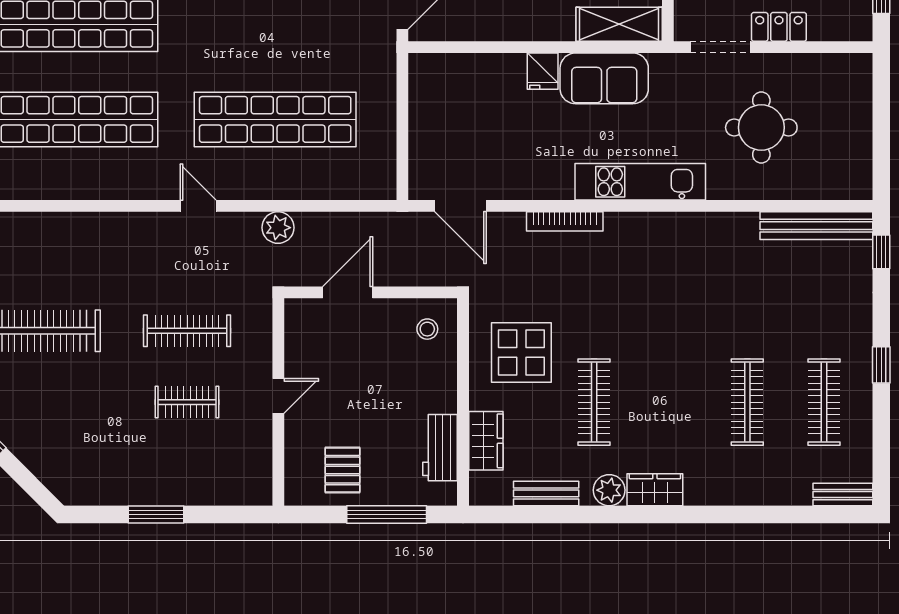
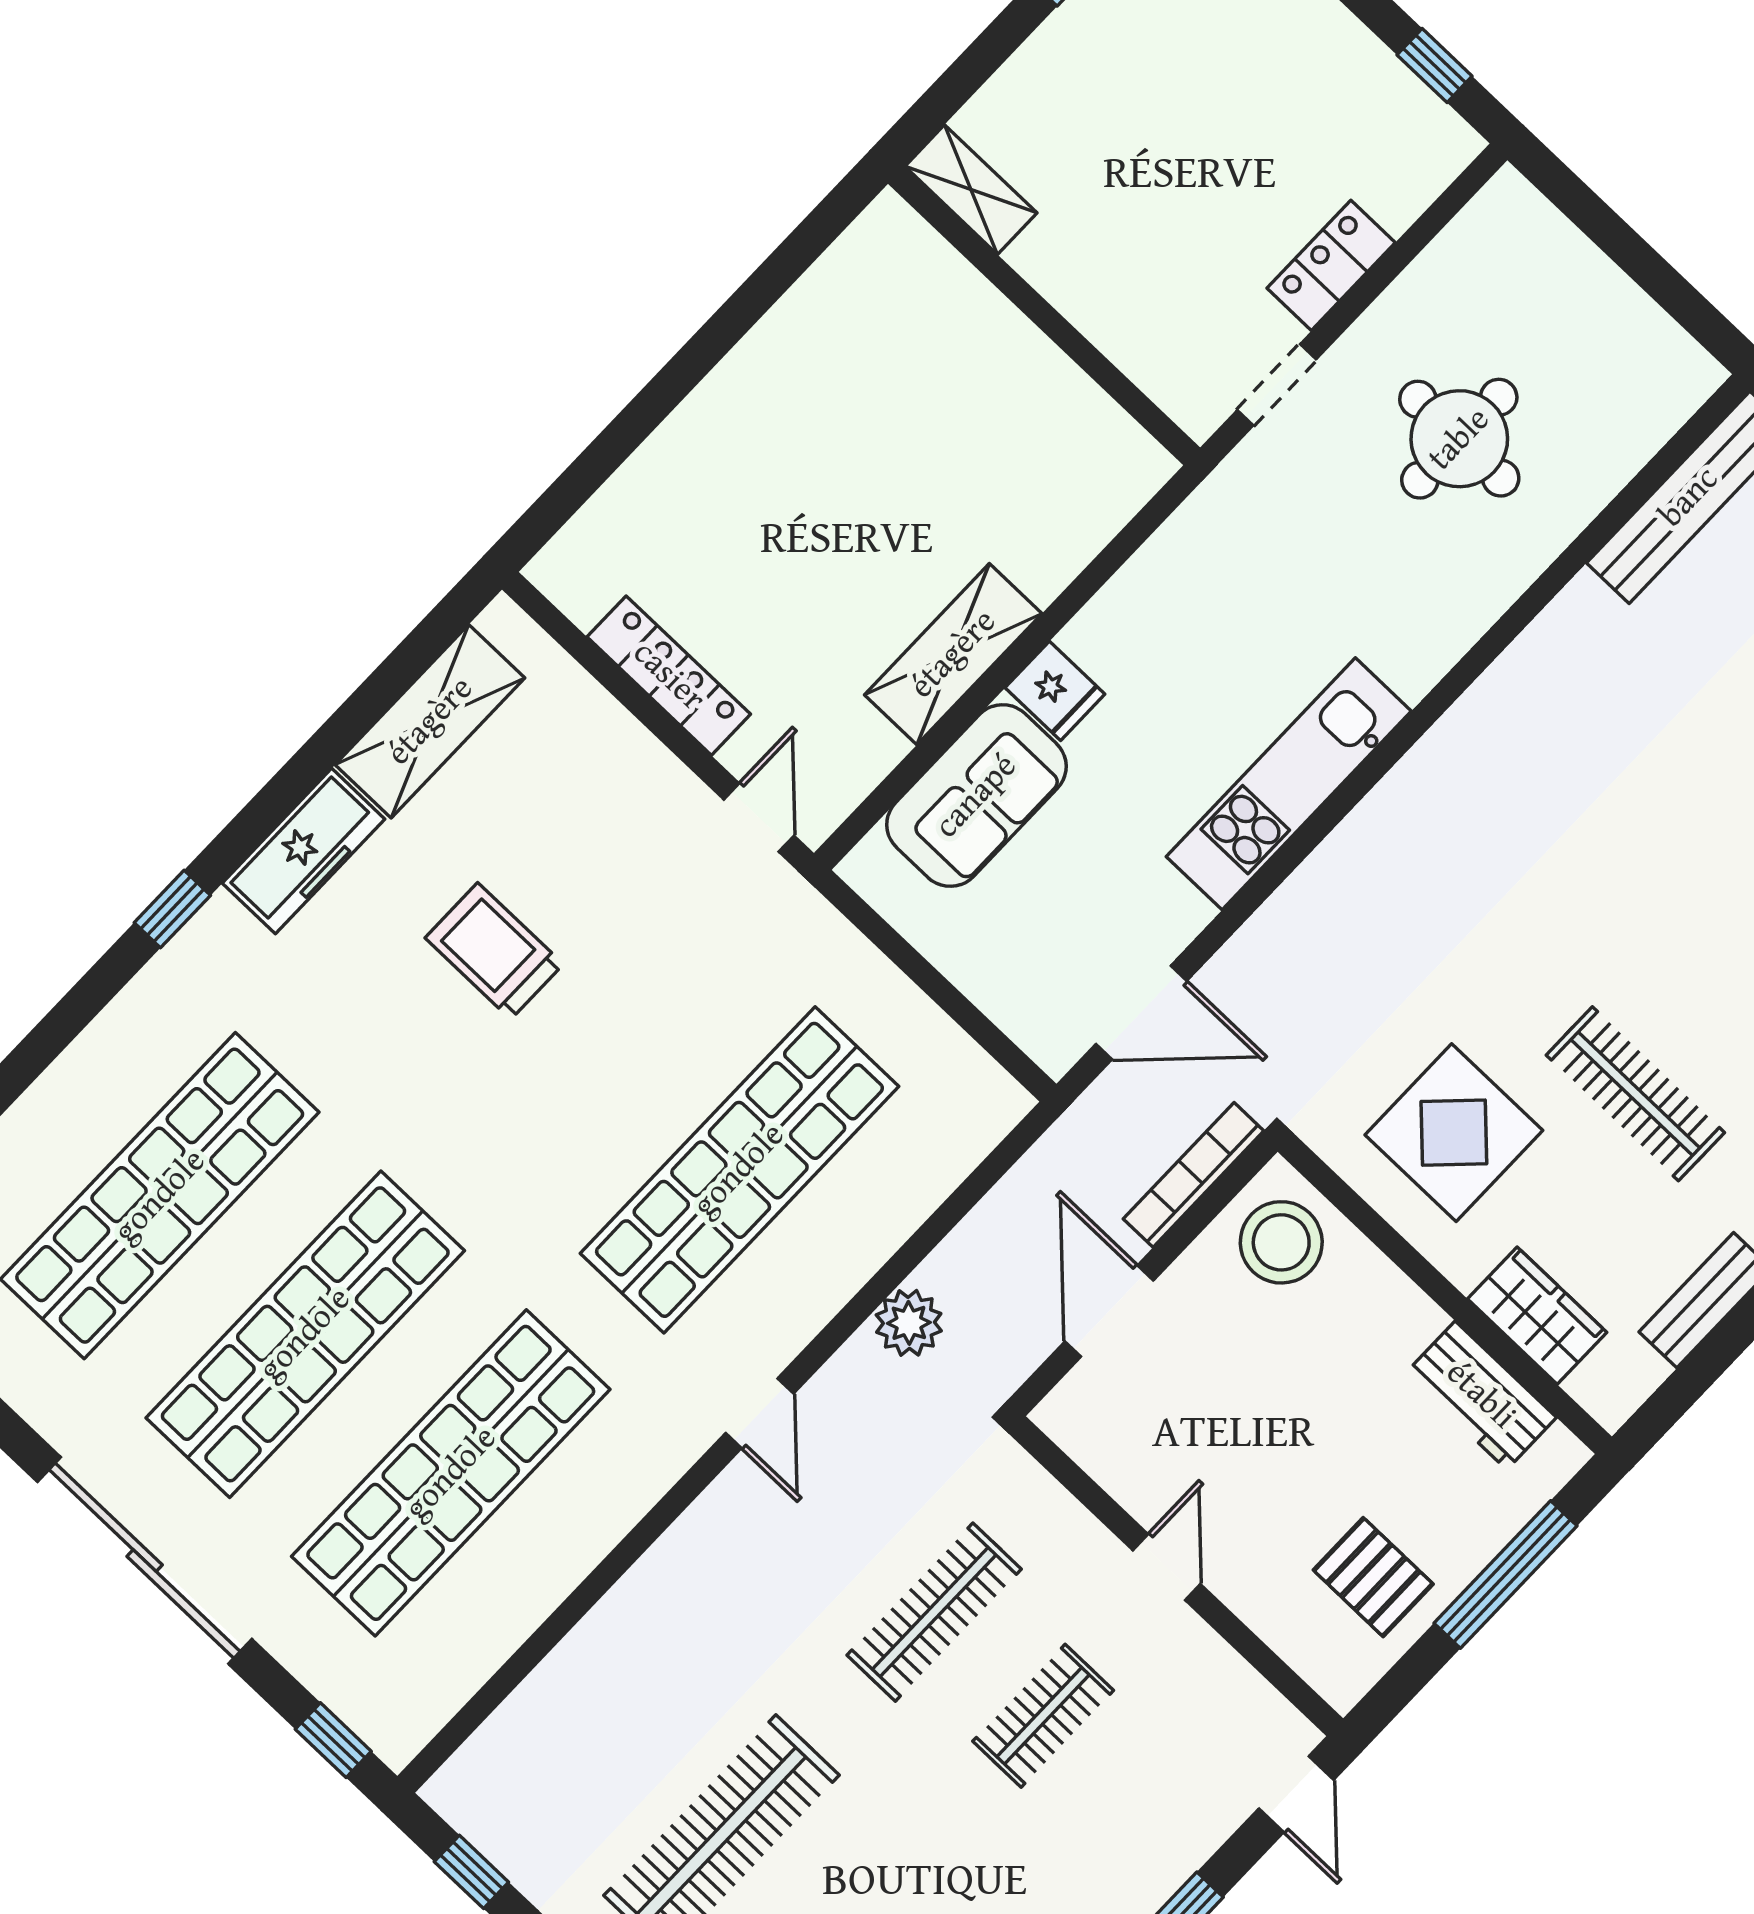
shelving: (619, 24) -> (953, 654), moved
doorway: (720, 47) -> (1277, 385), width x0.73
sofa: (604, 78) -> (976, 796), moved
kitchen unit: (640, 182) -> (1289, 784), moved
door: (198, 206) -> (760, 1413), swing flipped
bookcase: (565, 221) -> (1194, 1175), moved, turned 180
stool: (427, 329) -> (1281, 1242), width x1.89, depth x1.89
door: (243, 515) -> (1296, 1794), added

